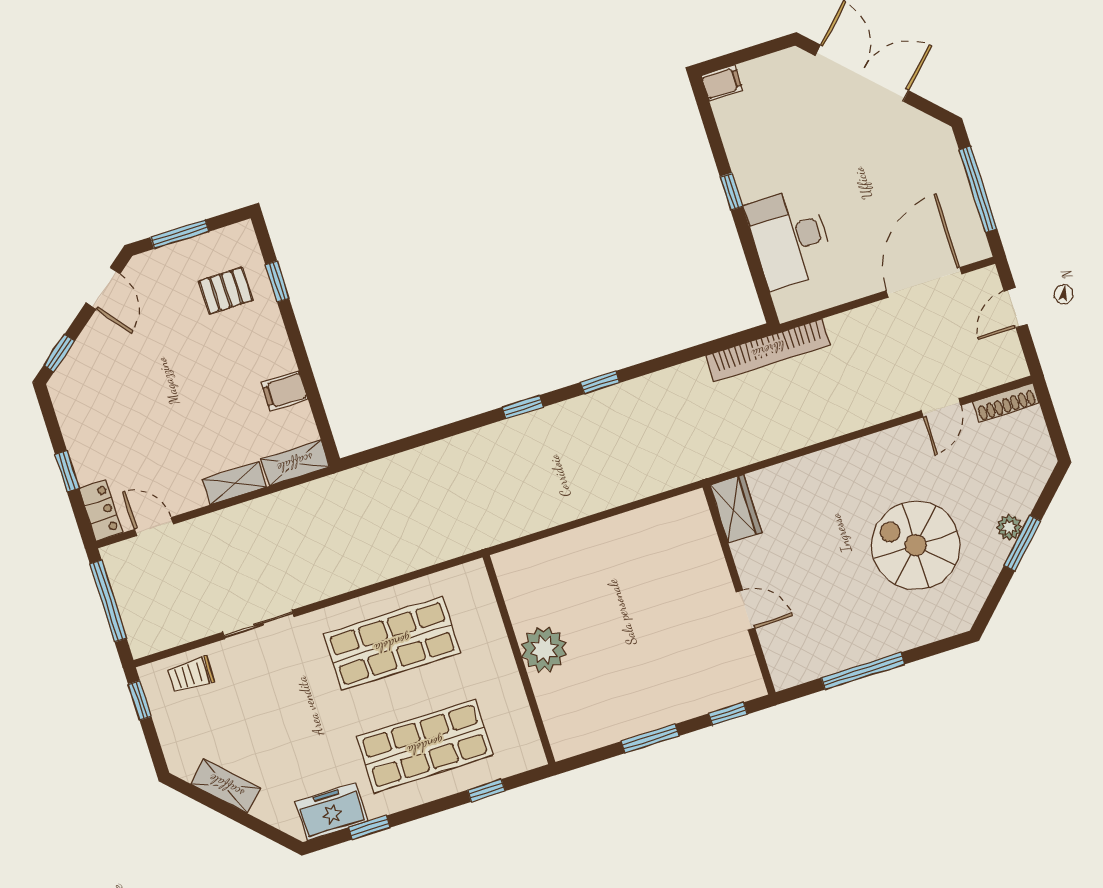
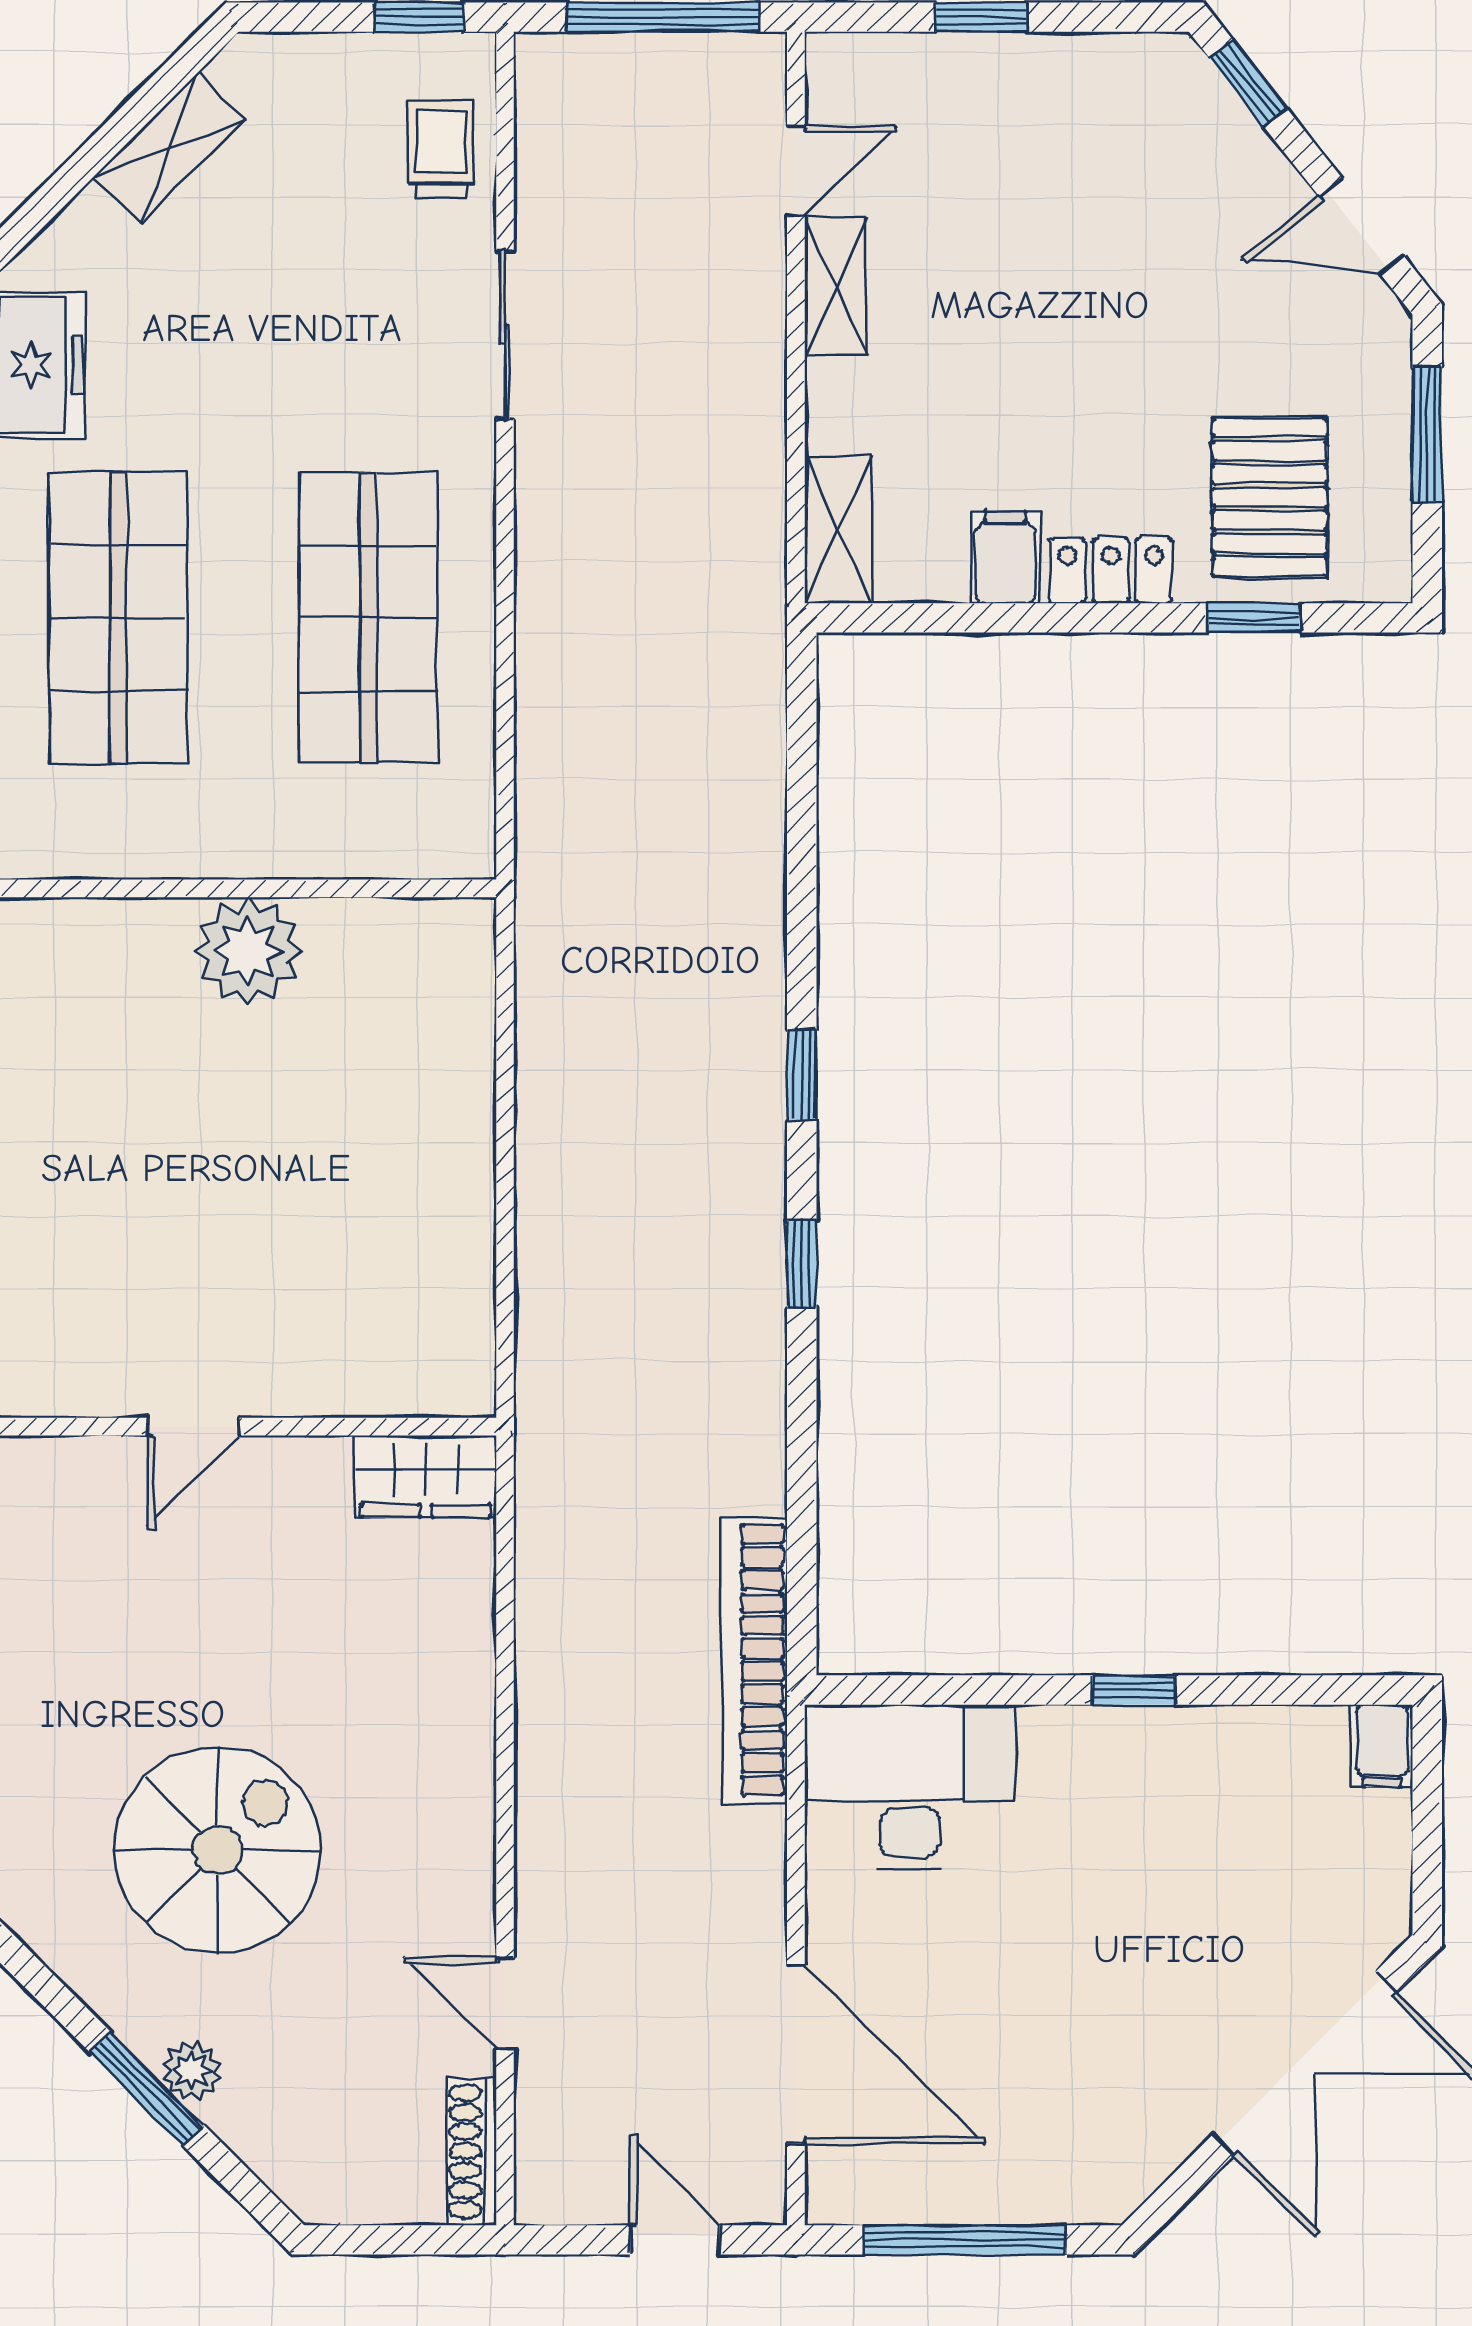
desk: (790, 238) -> (910, 1787), moved
pallet: (226, 291) -> (1270, 497), width x1.50, depth x1.42
shelving: (234, 483) -> (836, 286), moved
locker: (101, 510) -> (1111, 571), moved, turned 180

